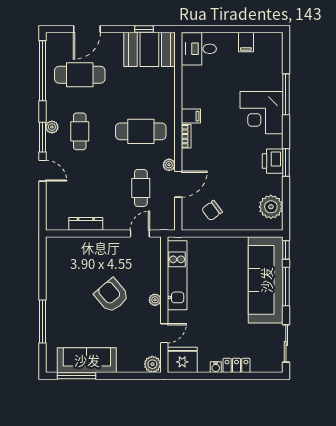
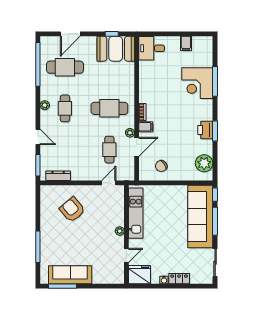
corner desk: (261, 113) -> (197, 83), moved
filing cabinet: (191, 116) -> (146, 127), moved
window: (42, 137) -> (38, 165), moved
dresser: (86, 224) -> (58, 176), moved
armchair: (112, 295) -> (72, 210), moved
plant: (152, 364) -> (118, 278), removed

